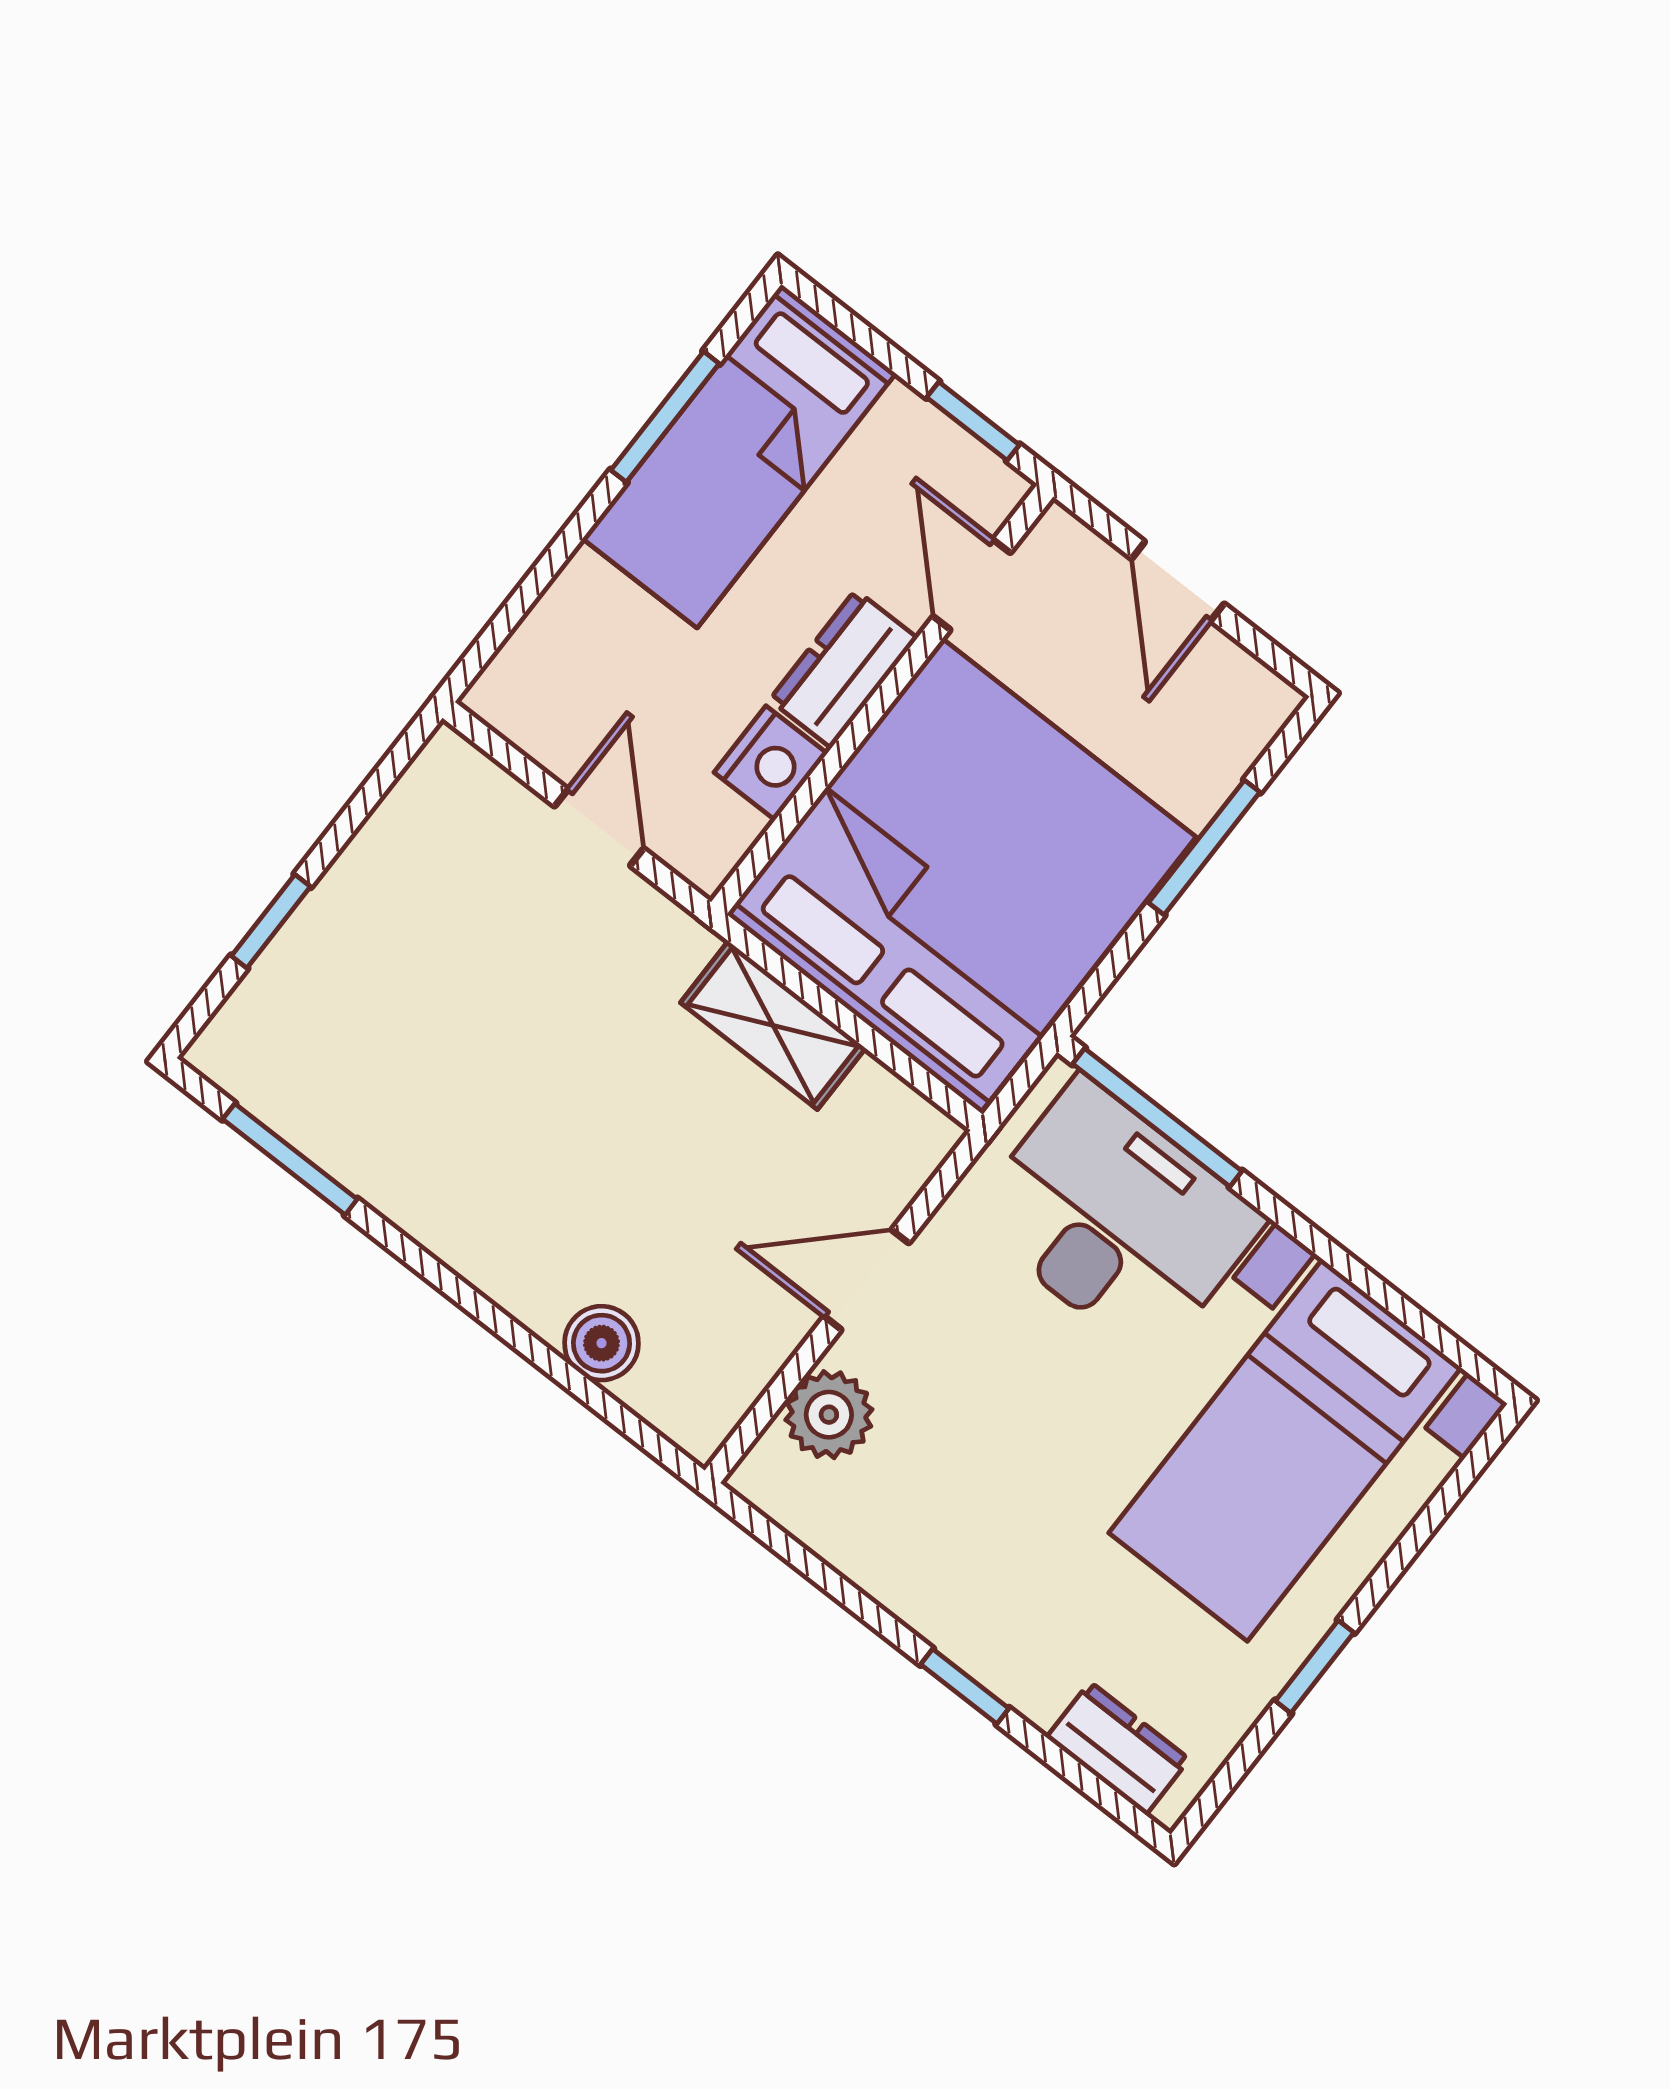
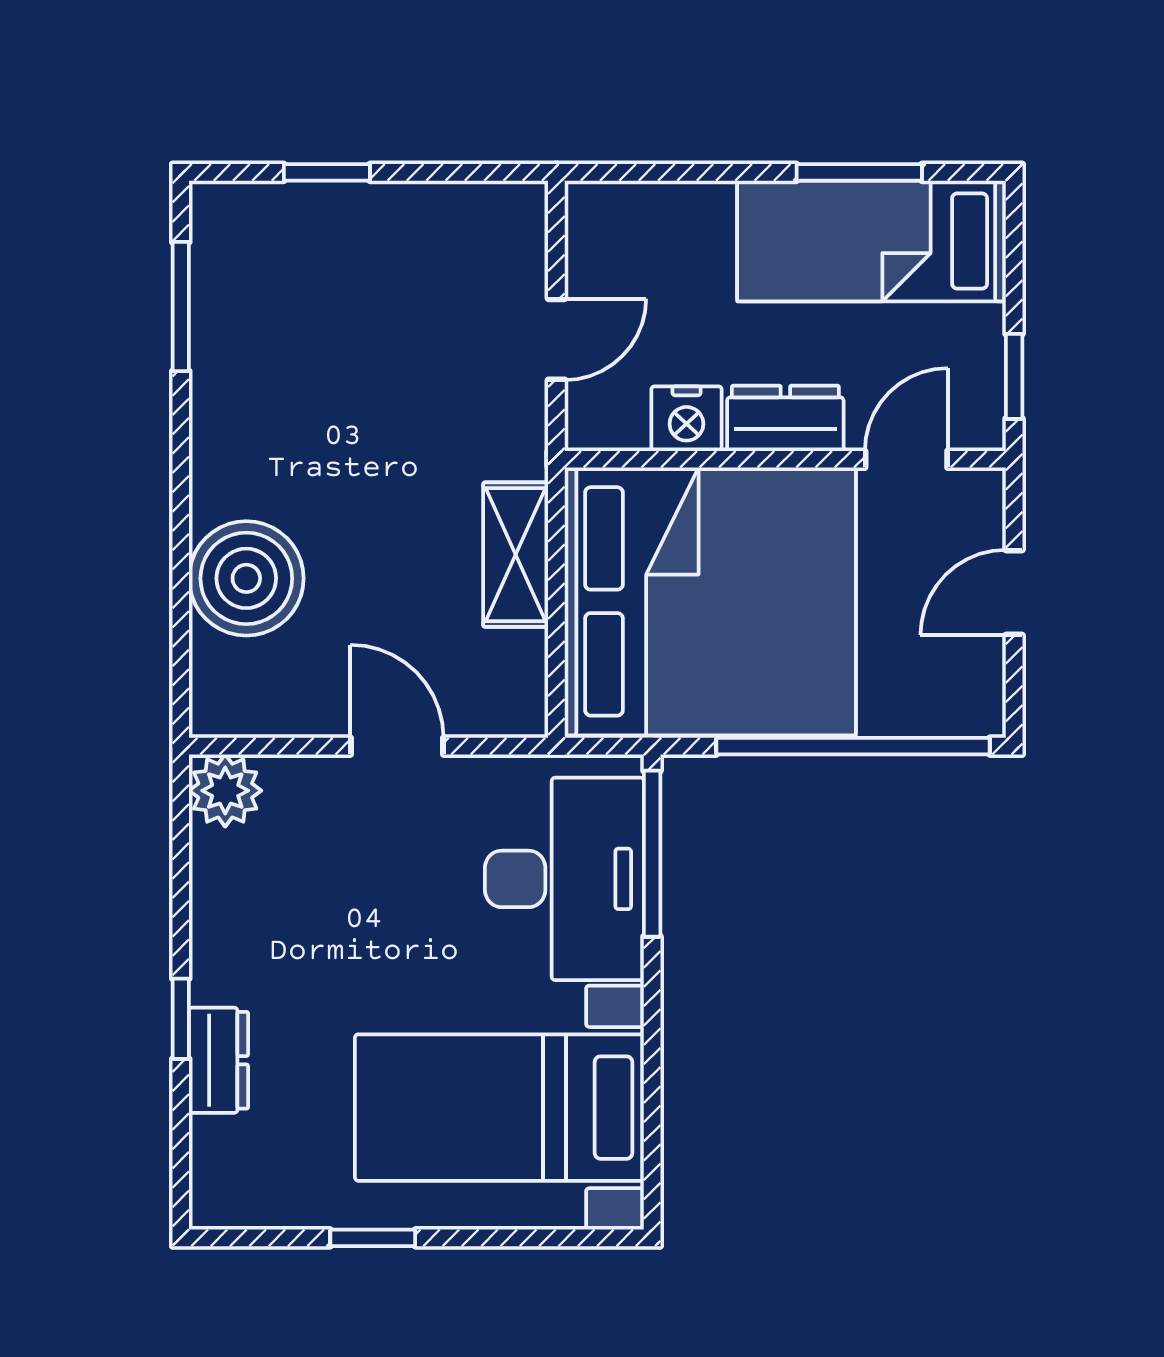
window: (1204, 847) -> (853, 746), width x2.11
boiler: (601, 1343) -> (246, 578), width x1.86, depth x1.86
plant: (829, 1415) -> (225, 791), moved
dresser: (1118, 1748) -> (219, 1060), moved

